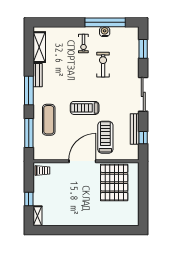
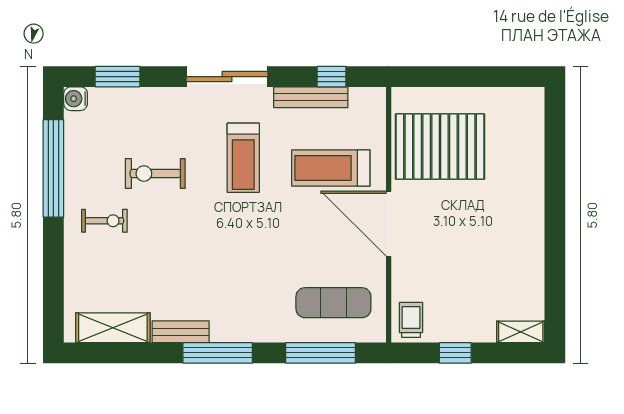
water cooler: (105, 32) -> (76, 99), moved
treadmill: (85, 108) -> (243, 158), moved
exercise mat: (49, 120) -> (333, 303), moved
window: (29, 199) -> (455, 353), moved

